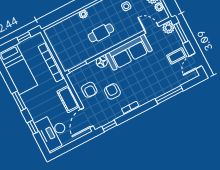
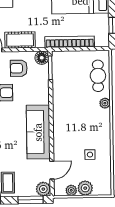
cafe table: (101, 33) -> (98, 76), moved
floor lamp: (102, 62) -> (42, 58), moved

